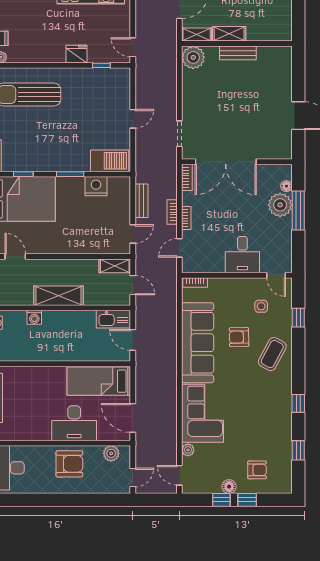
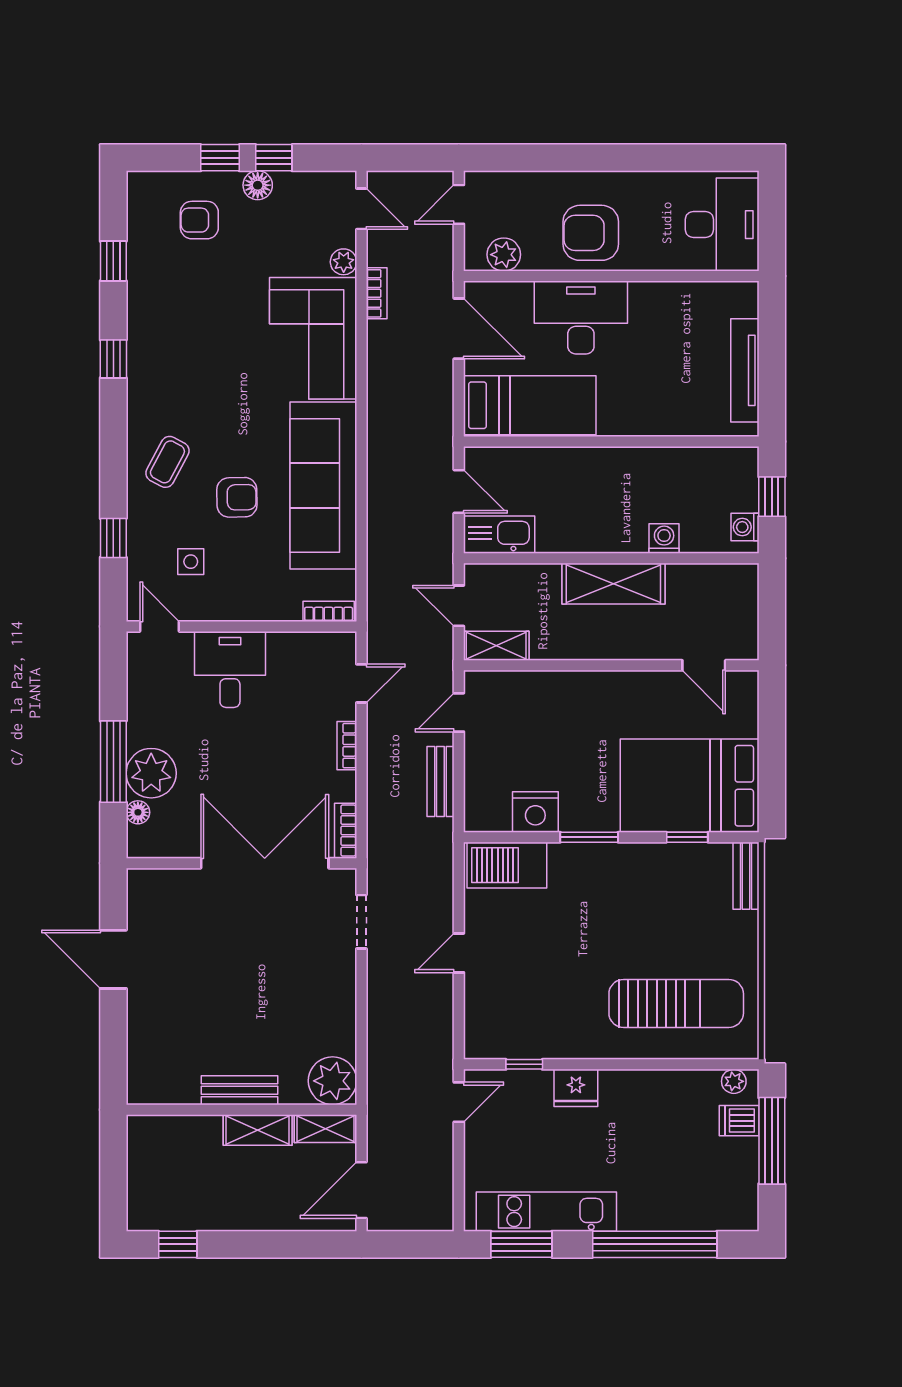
door: (133, 47) -> (459, 1102), hinge flipped
bookcase: (172, 212) -> (377, 293), moved
coffee table: (272, 354) -> (167, 462), width x0.73, depth x0.77

